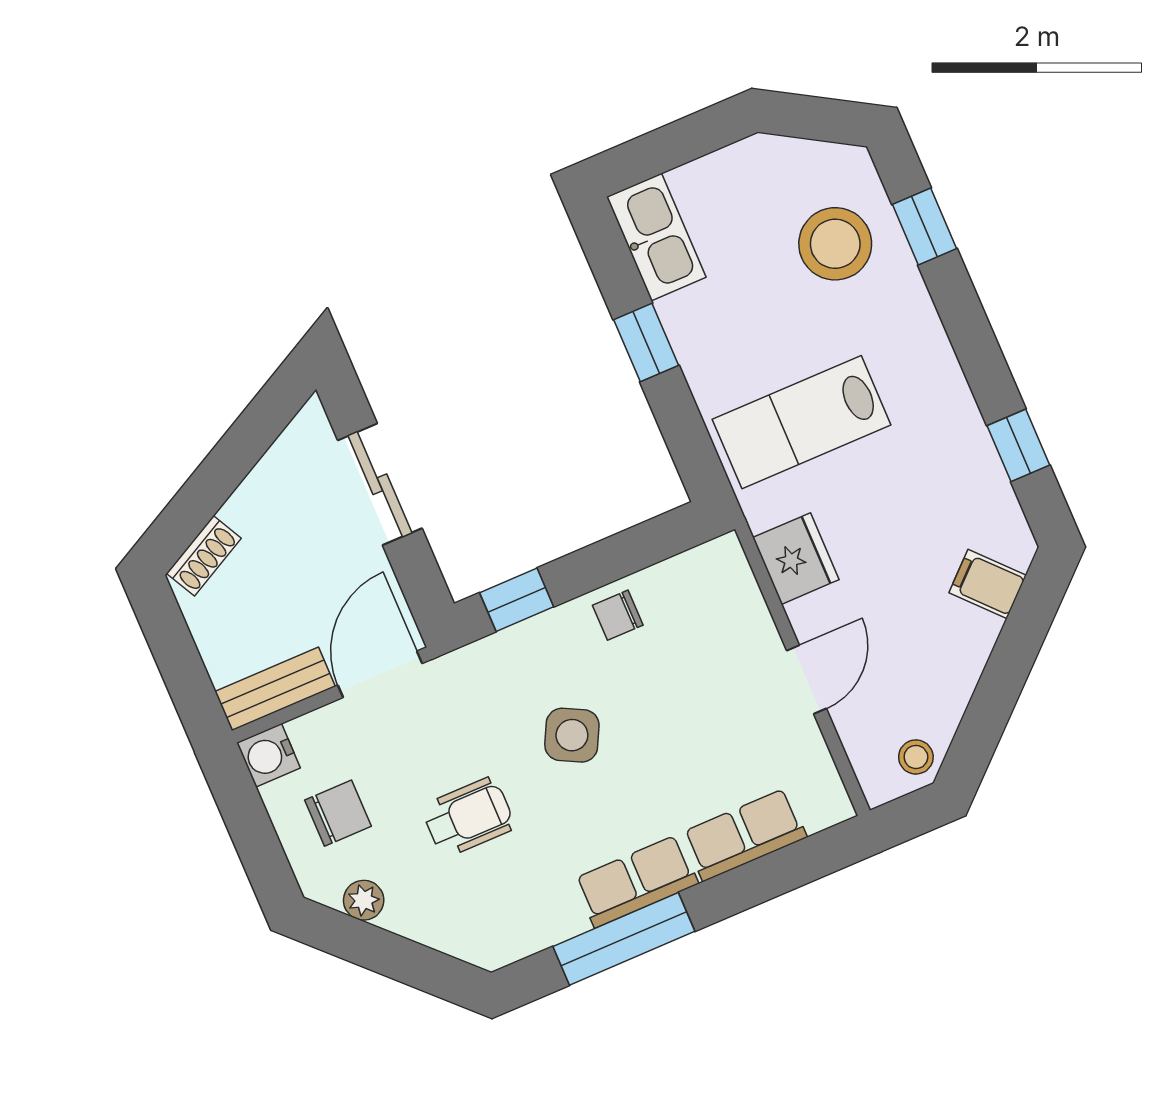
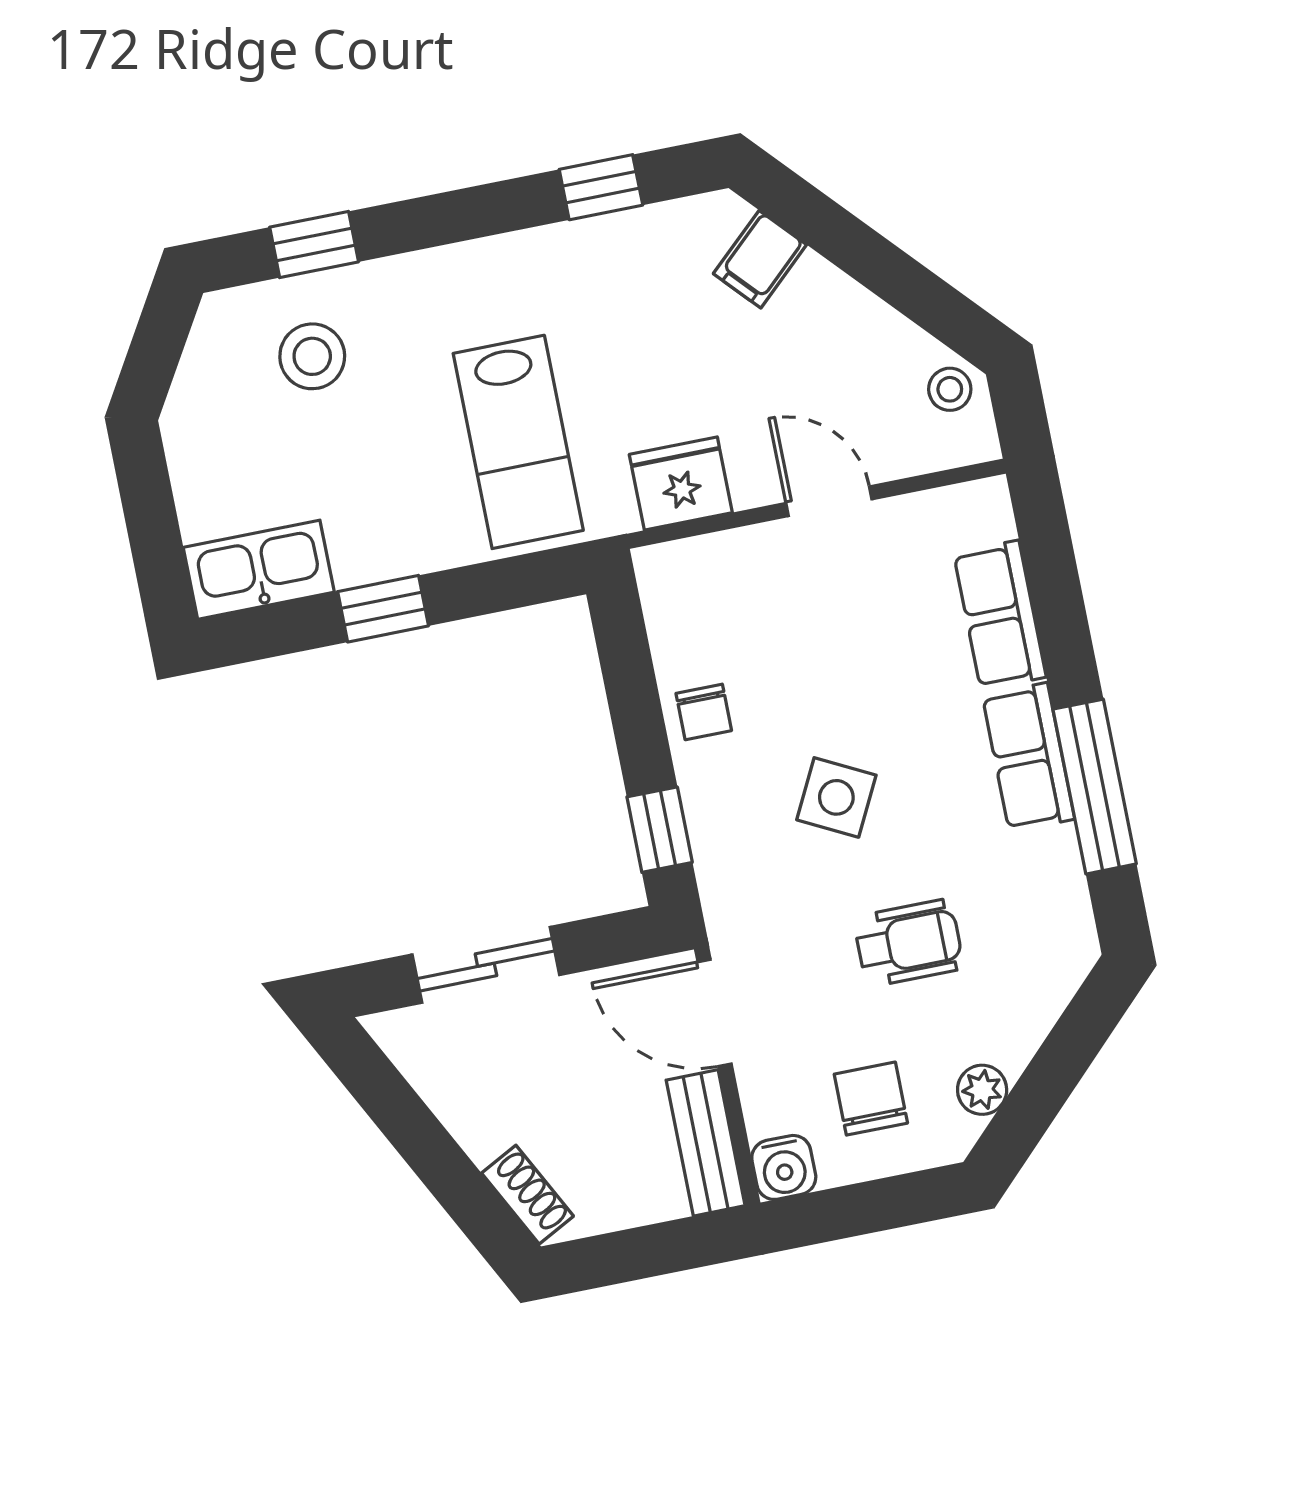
stool: (835, 244) -> (312, 356), width x0.73, depth x0.73
wheelchair: (468, 817) -> (909, 943), turned 90

